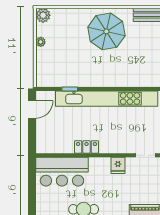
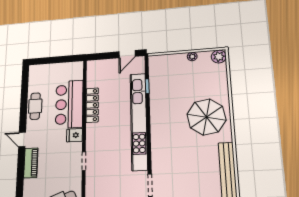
door: (32, 109) -> (127, 54), hinge flipped
locker: (86, 147) -> (92, 105), width x1.53
bar counter: (62, 172) -> (69, 104), moved

